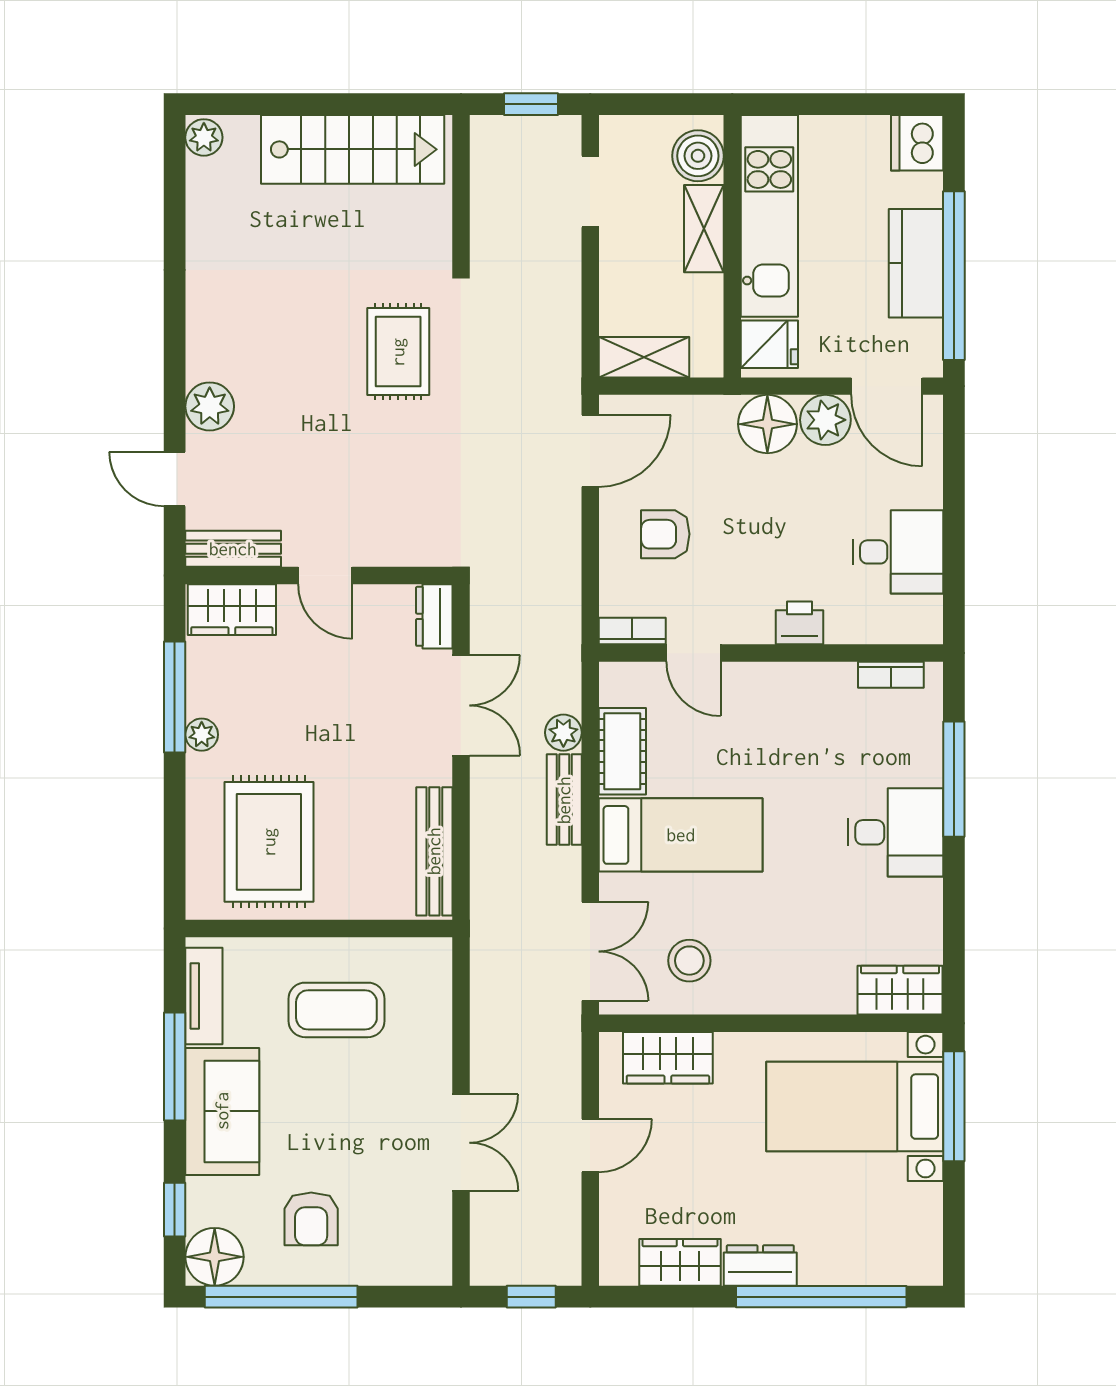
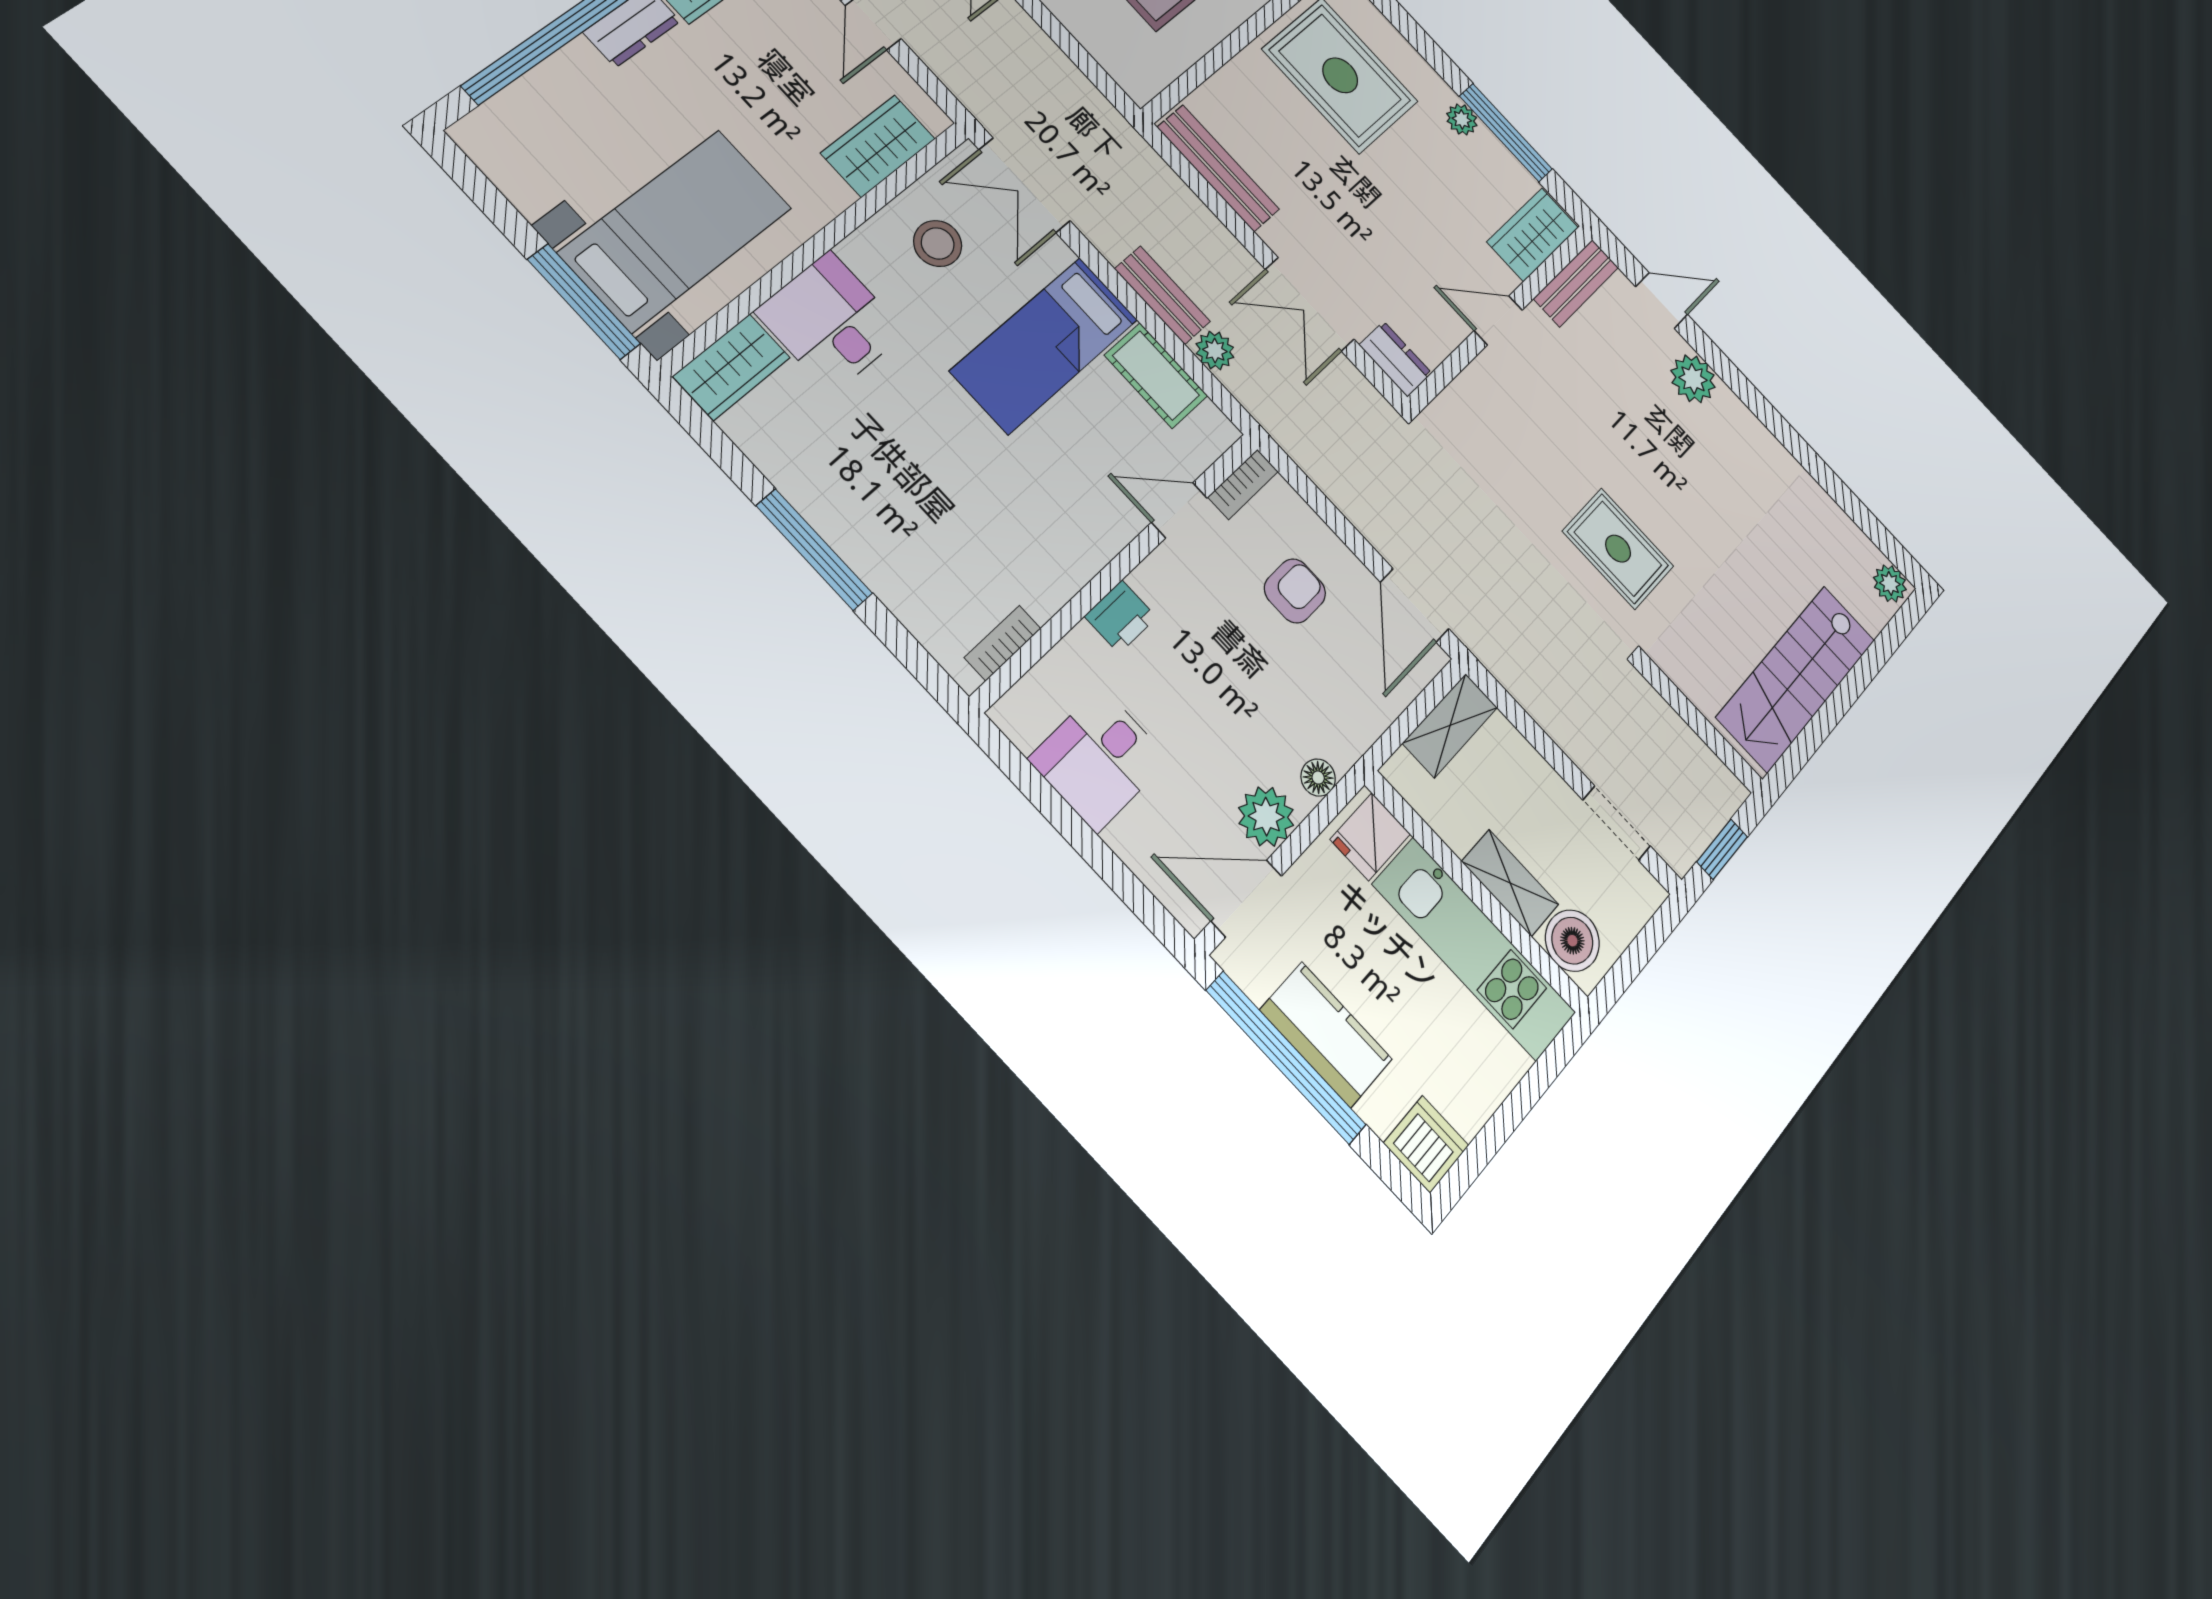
floor lamp: (767, 424) -> (1318, 778), width x0.53, depth x0.53
window: (954, 779) -> (814, 550), moved
desk: (895, 832) -> (831, 322), moved, turned 90

